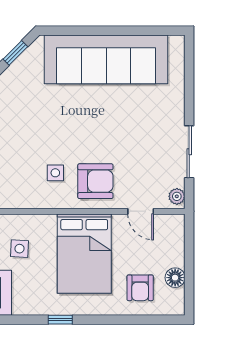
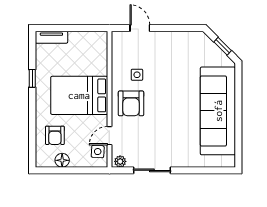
side table: (19, 249) -> (98, 152), moved
armchair: (140, 288) -> (55, 135), turned -90

